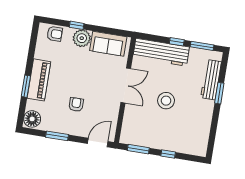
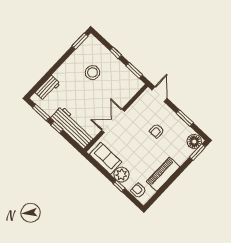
piano: (39, 80) -> (163, 174), moved
workbench: (211, 80) -> (48, 88), width x0.73
window: (26, 86) -> (198, 152), moved
window: (219, 93) -> (80, 41), moved
stool: (166, 101) -> (93, 72), moved
door: (98, 143) -> (159, 94), swing flipped

